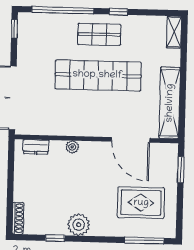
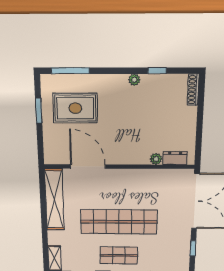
window: (14, 29) -> (193, 248), moved
plant: (72, 147) -> (156, 159), moved
window: (181, 170) -> (39, 111), moved
plant: (79, 225) -> (134, 80), width x0.53, depth x0.53

